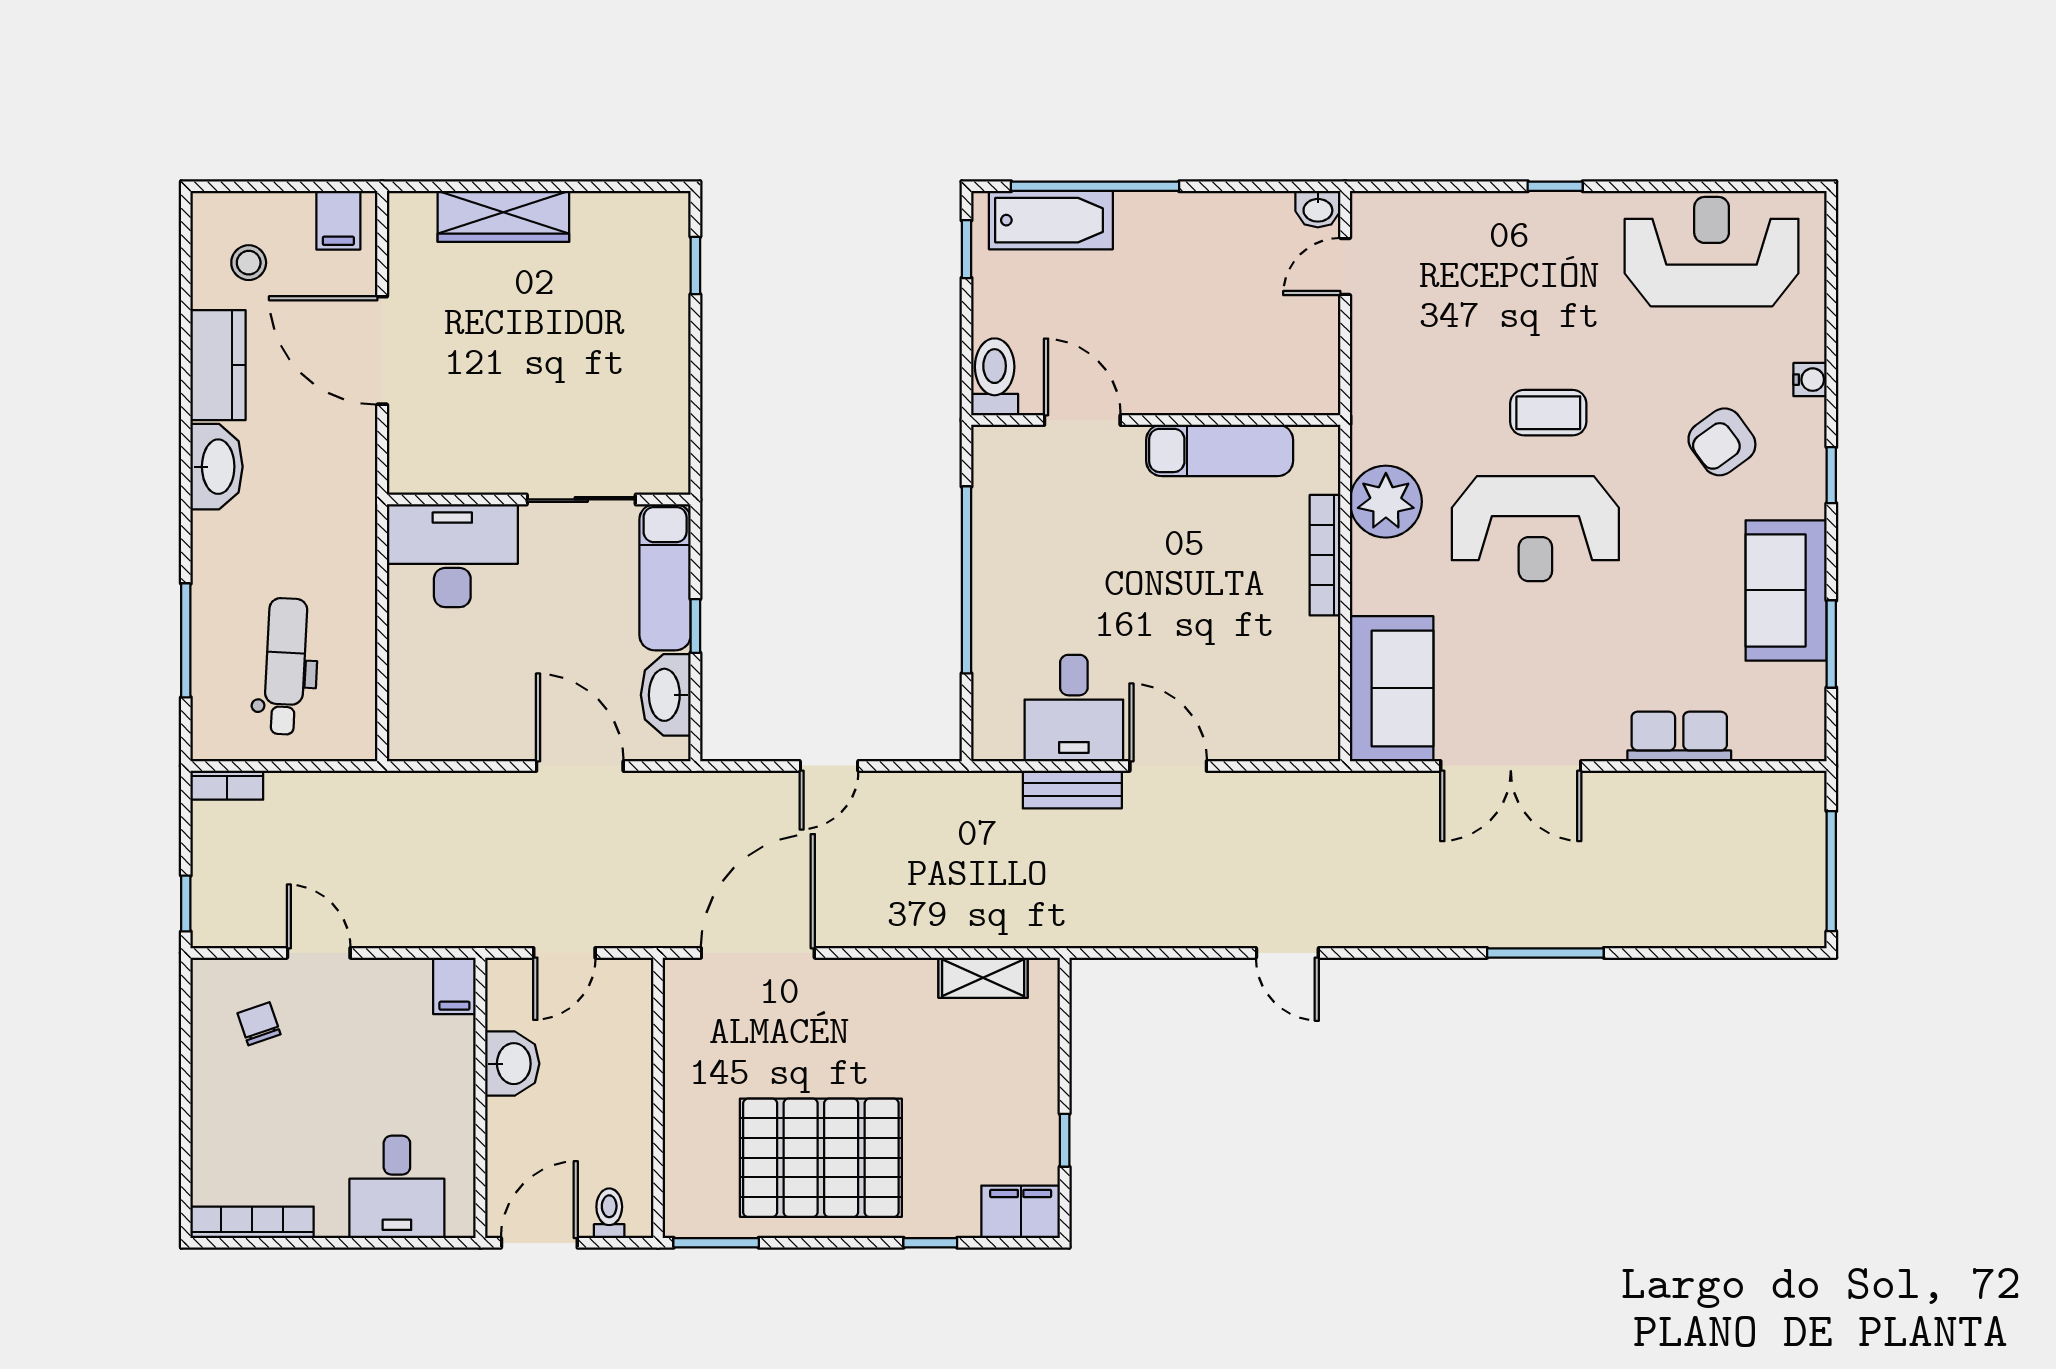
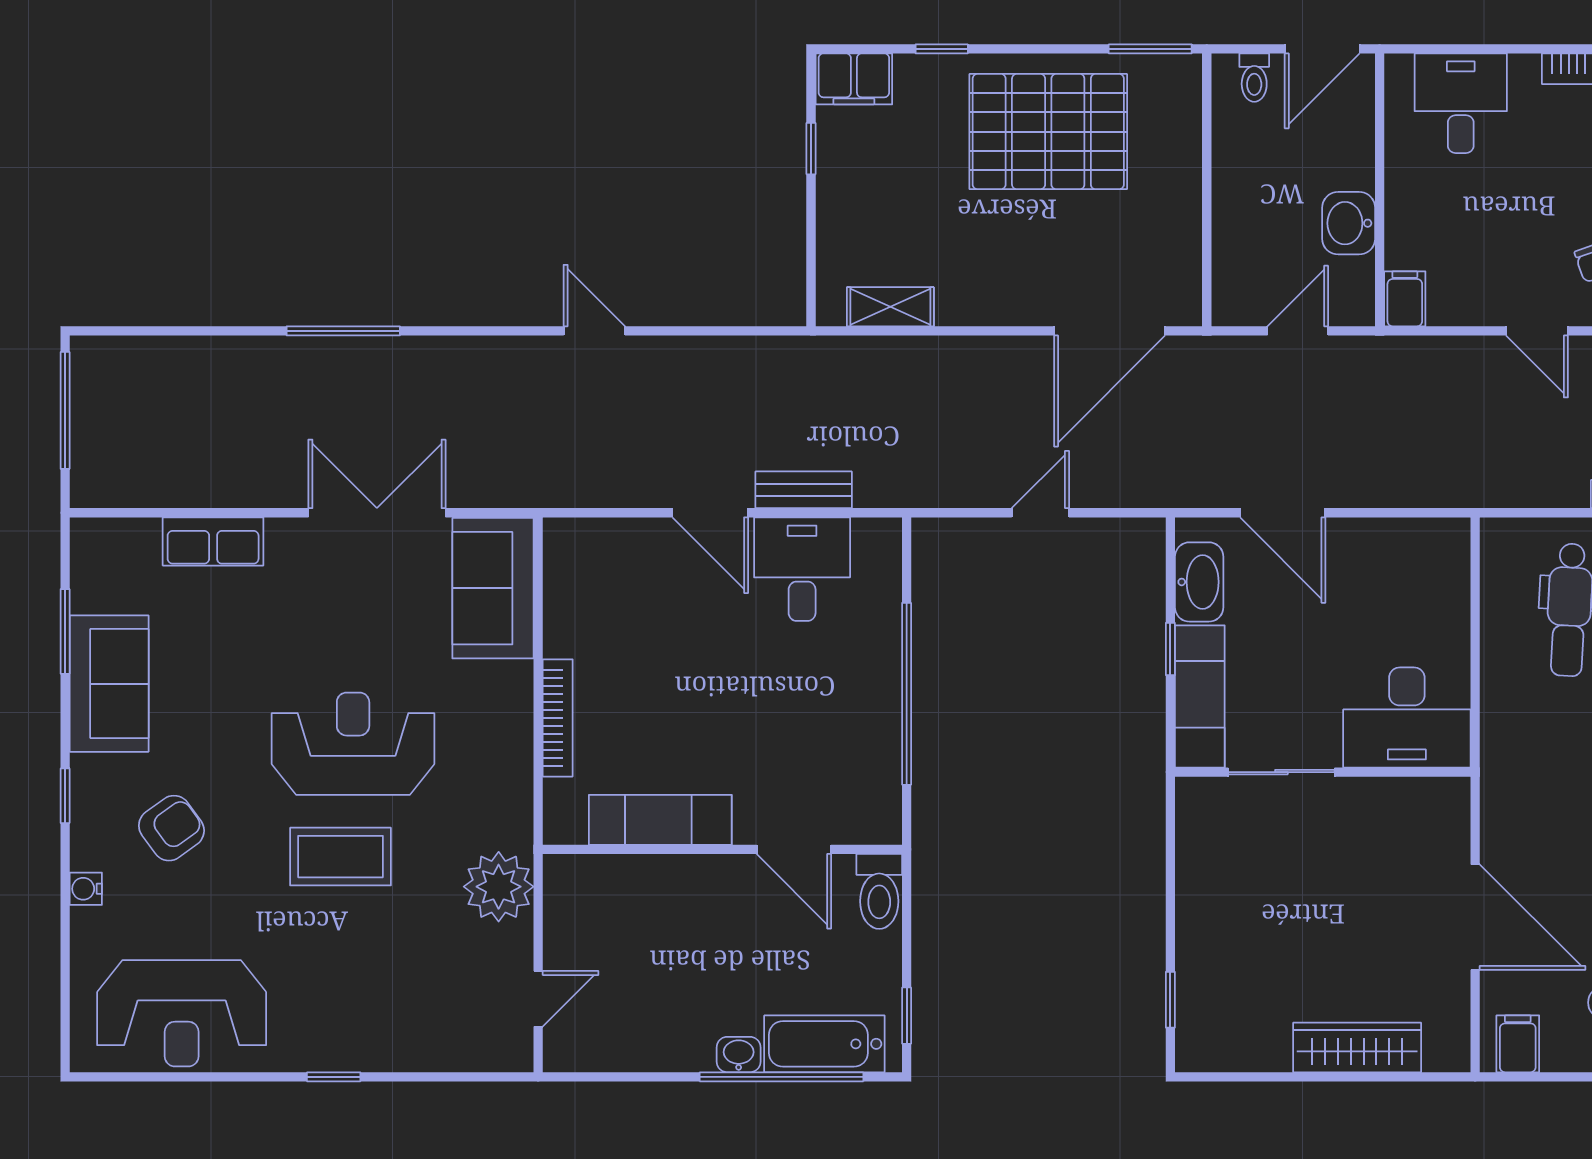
washbasin: (1318, 209) -> (739, 1055), moved
coffee table: (1548, 413) -> (340, 857), width x1.36, depth x1.30
plant: (1386, 502) -> (499, 887), moved

